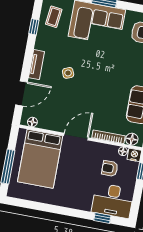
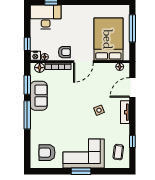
armchair: (110, 168) -> (64, 52), moved

